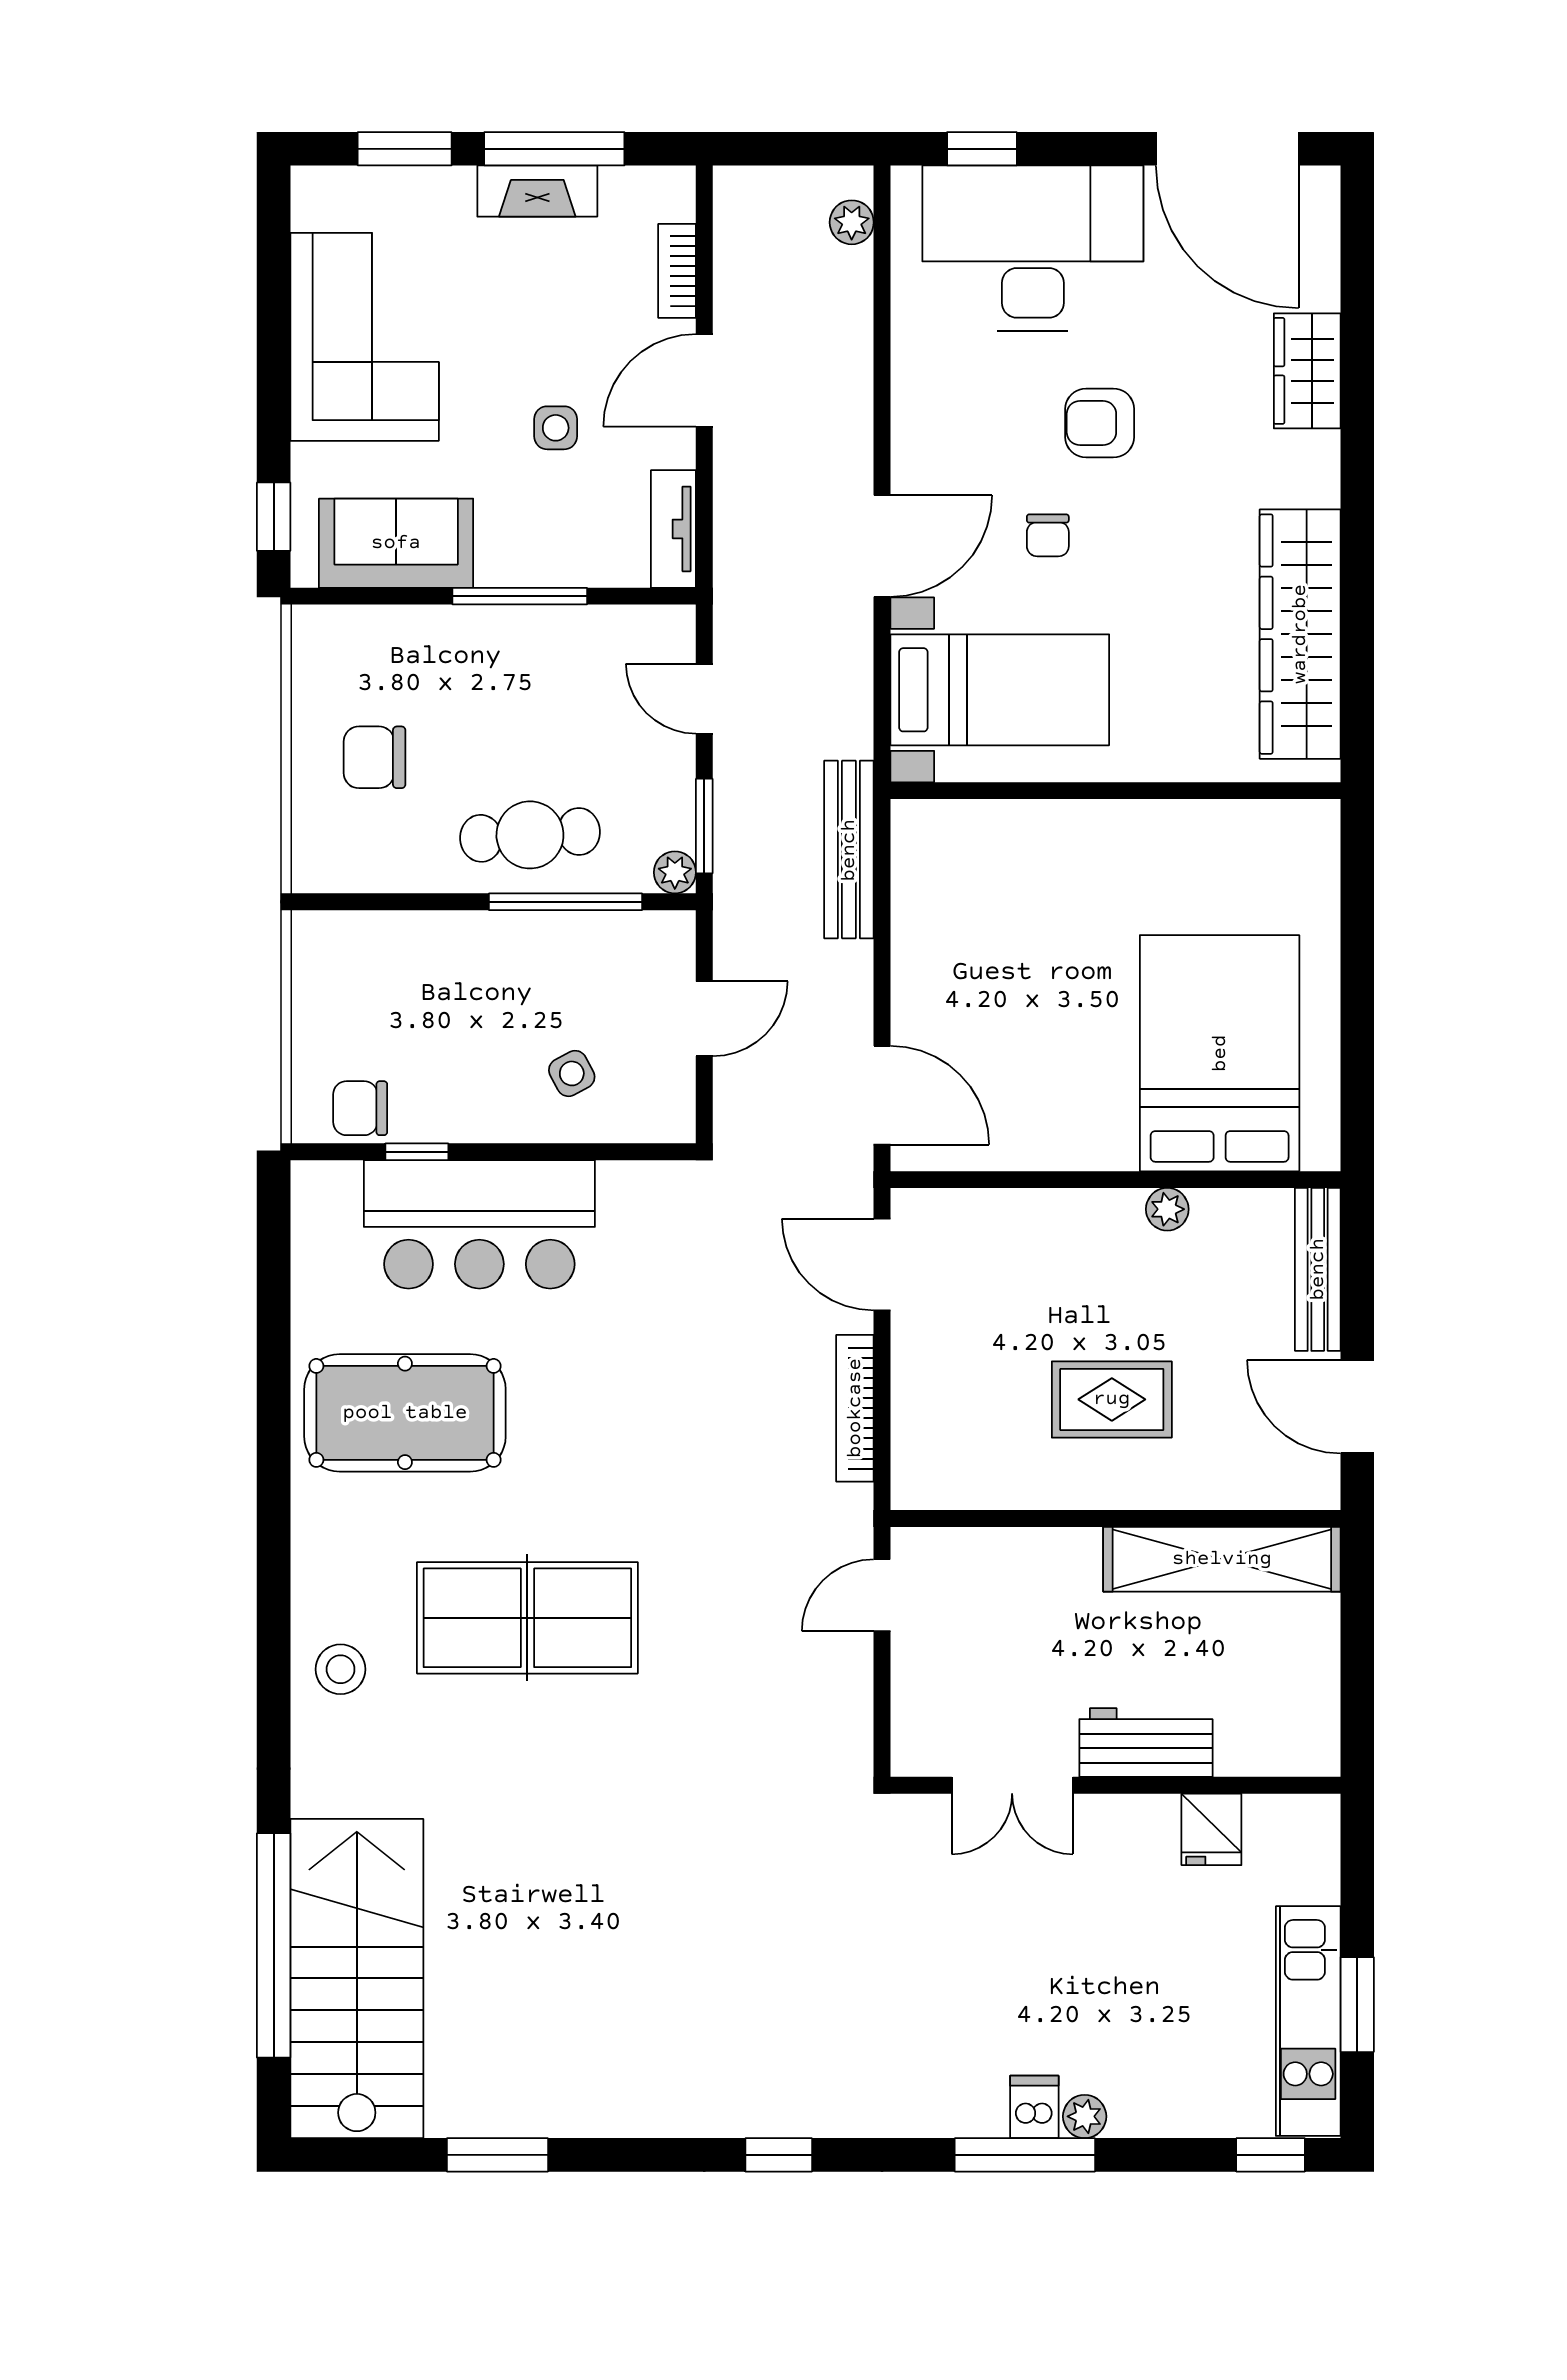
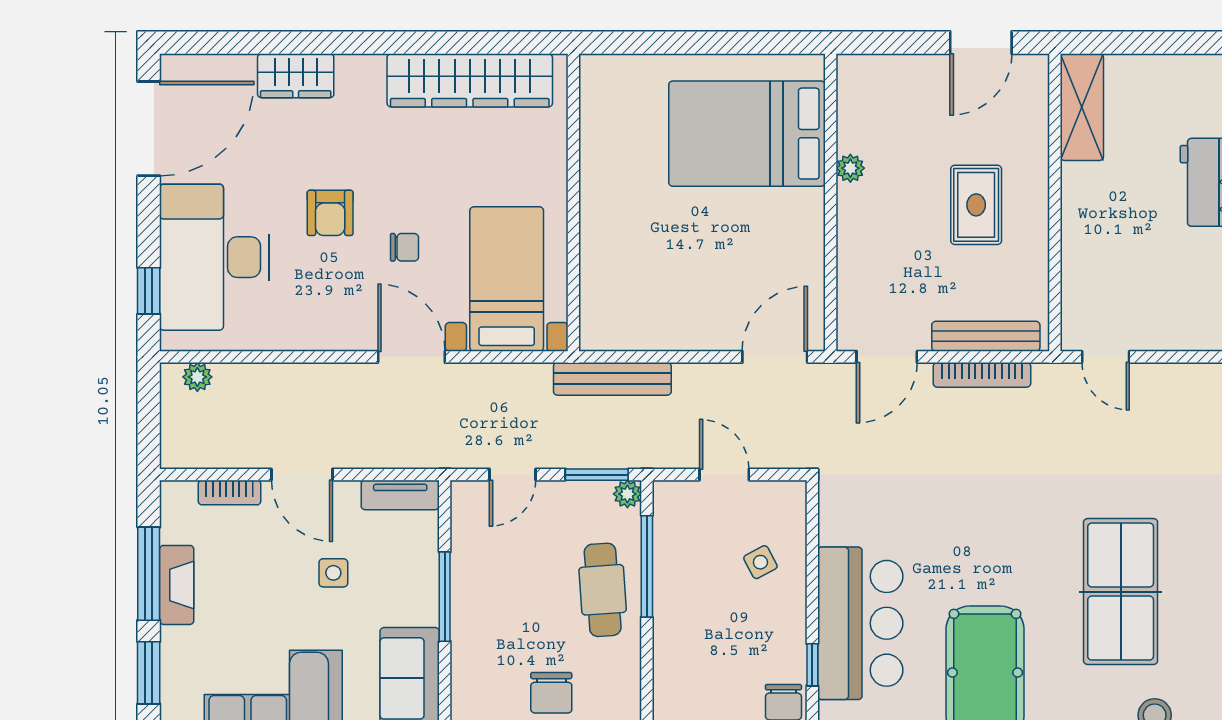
bench: (1318, 1269) -> (986, 336), moved
shelving: (1222, 1559) -> (1082, 107), width x0.68

